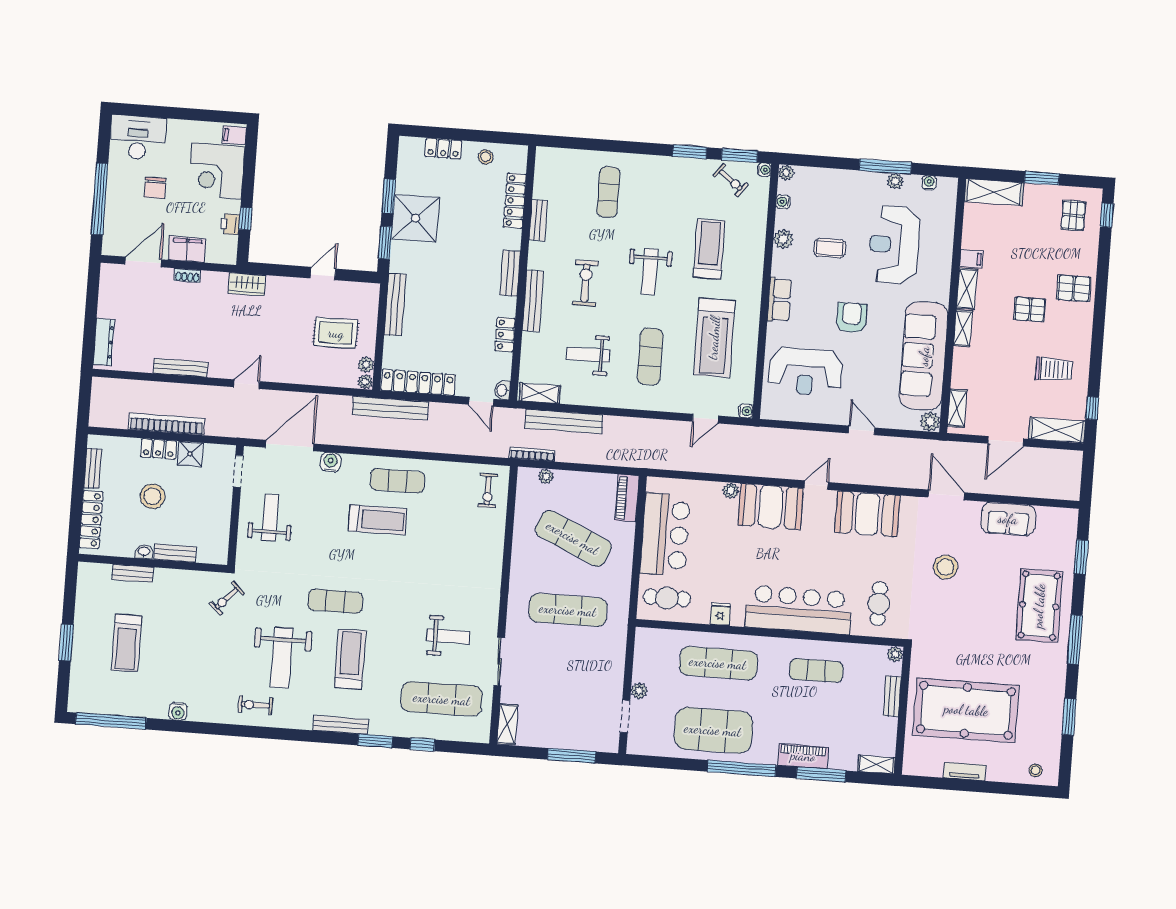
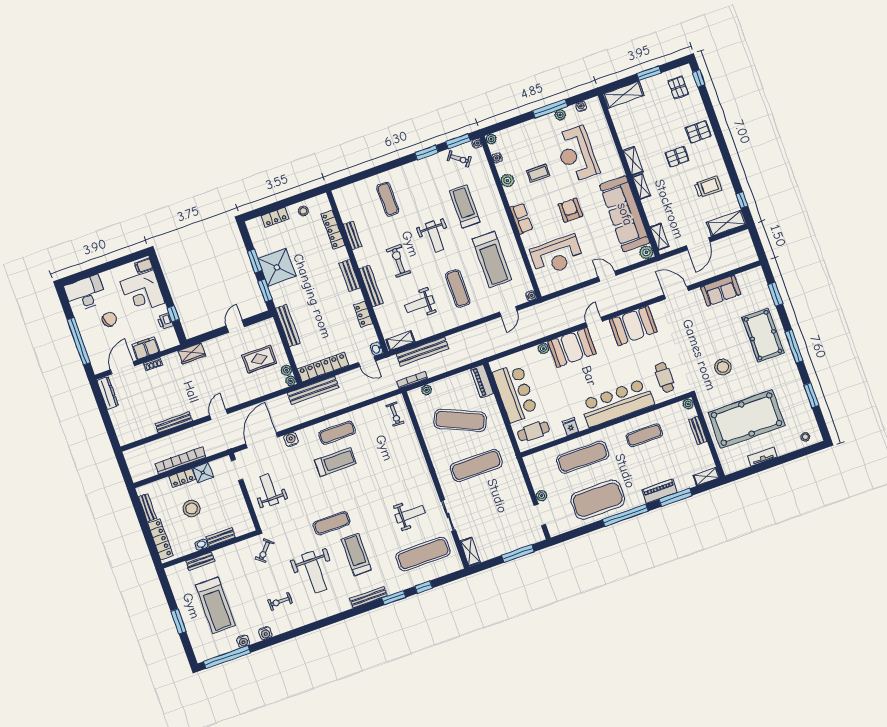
chair: (155, 188) -> (109, 319), turned -115
filing cabinet: (971, 259) -> (628, 142), removed
dresser: (104, 342) -> (108, 393), moved
stool: (946, 567) -> (723, 367), moved
treadmill: (126, 643) -> (215, 605), width x1.37, depth x1.37
exercise bike: (255, 705) -> (280, 601), moved
water cooler: (143, 709) -> (243, 641), added

